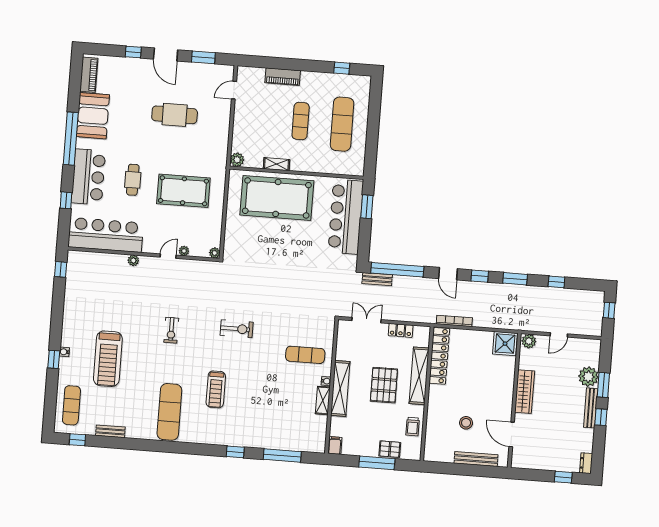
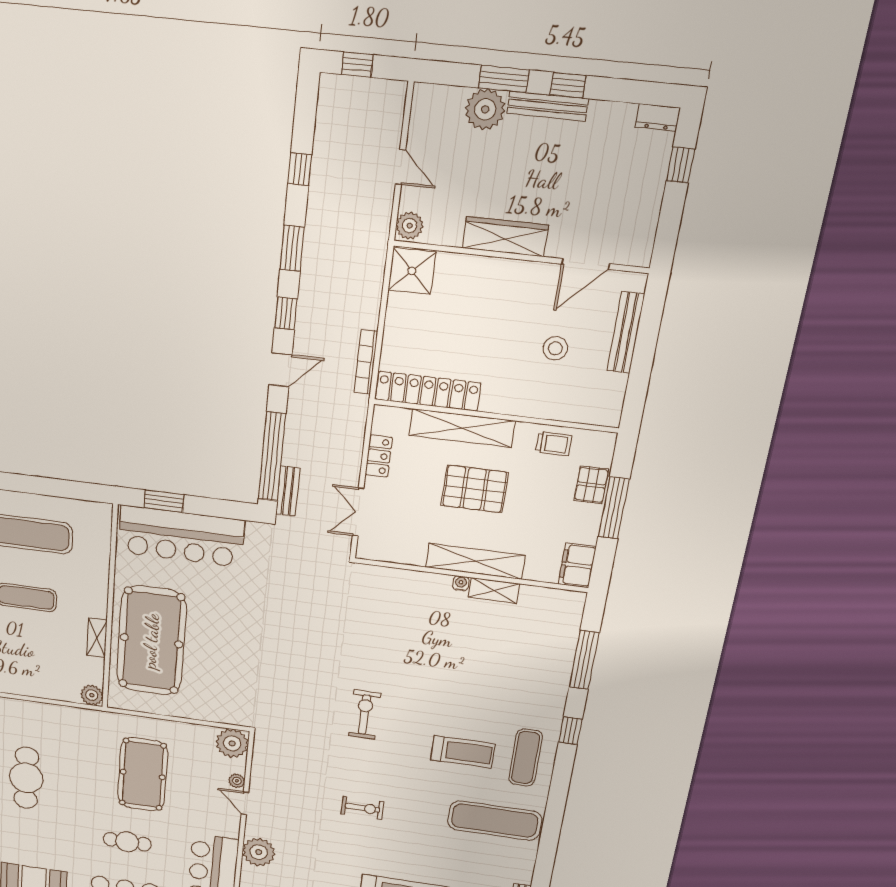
plant: (215, 253) -> (232, 743), width x1.87, depth x1.87
plant: (133, 260) -> (259, 852), width x1.87, depth x1.87
exercise mat: (305, 355) -> (526, 758), moved
filing cabinet: (335, 445) -> (577, 565), width x2.00

